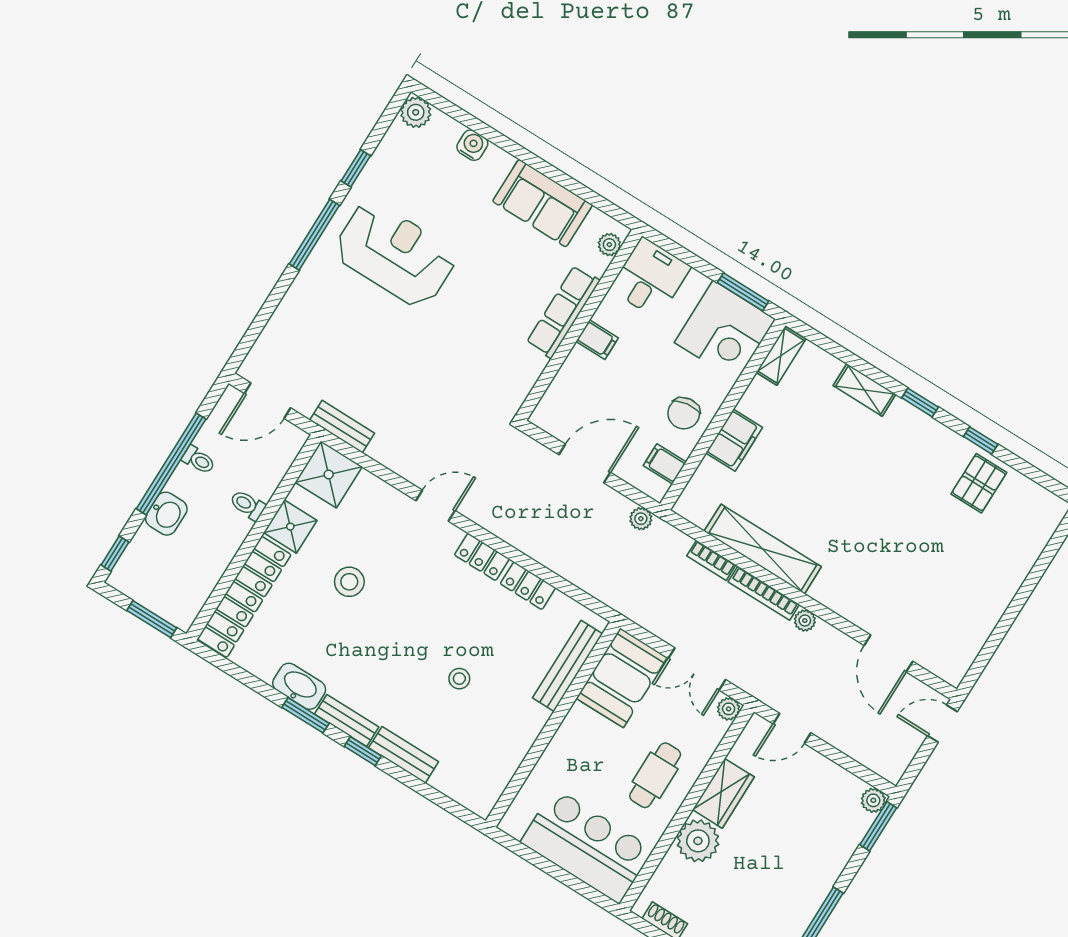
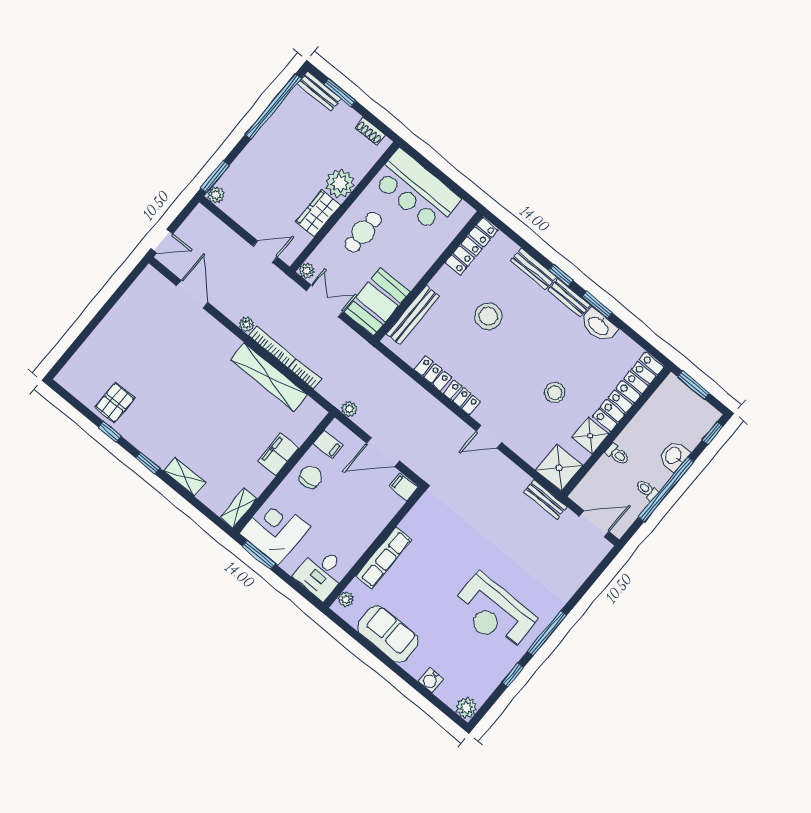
filing cabinet: (597, 340) -> (403, 487), moved
stool: (459, 679) -> (488, 316), width x1.89, depth x1.89
locker: (497, 776) -> (472, 246), added

